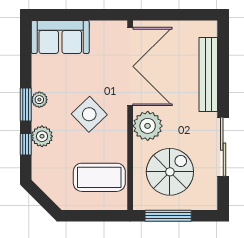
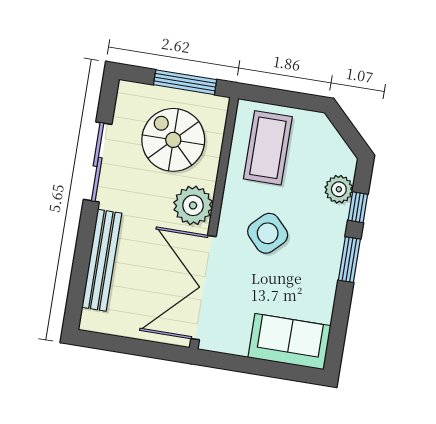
plant: (39, 100) -> (330, 263), removed
plant: (42, 136) -> (339, 189), moved
spiral stairs: (170, 172) -> (173, 140), turned 90
coffee table: (99, 177) -> (268, 148), turned 90

